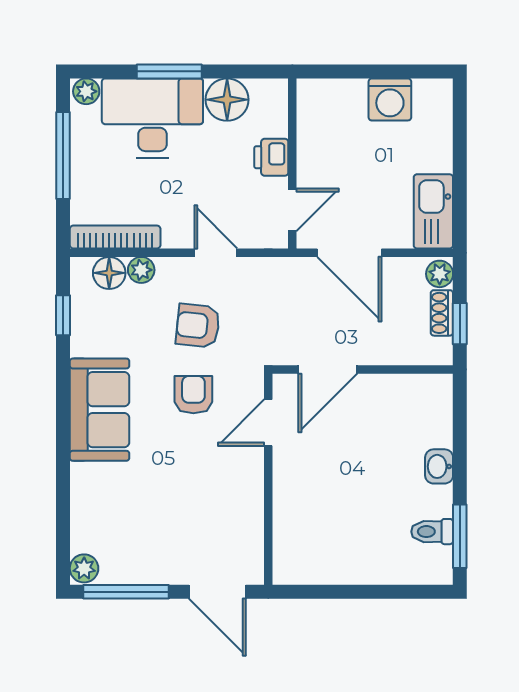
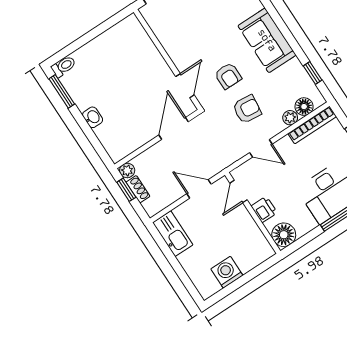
floor lamp: (227, 100) -> (284, 235), moved
door: (349, 253) -> (199, 189), width x0.73
plant: (440, 274) -> (127, 170), moved
toilet: (432, 532) -> (64, 66), moved

